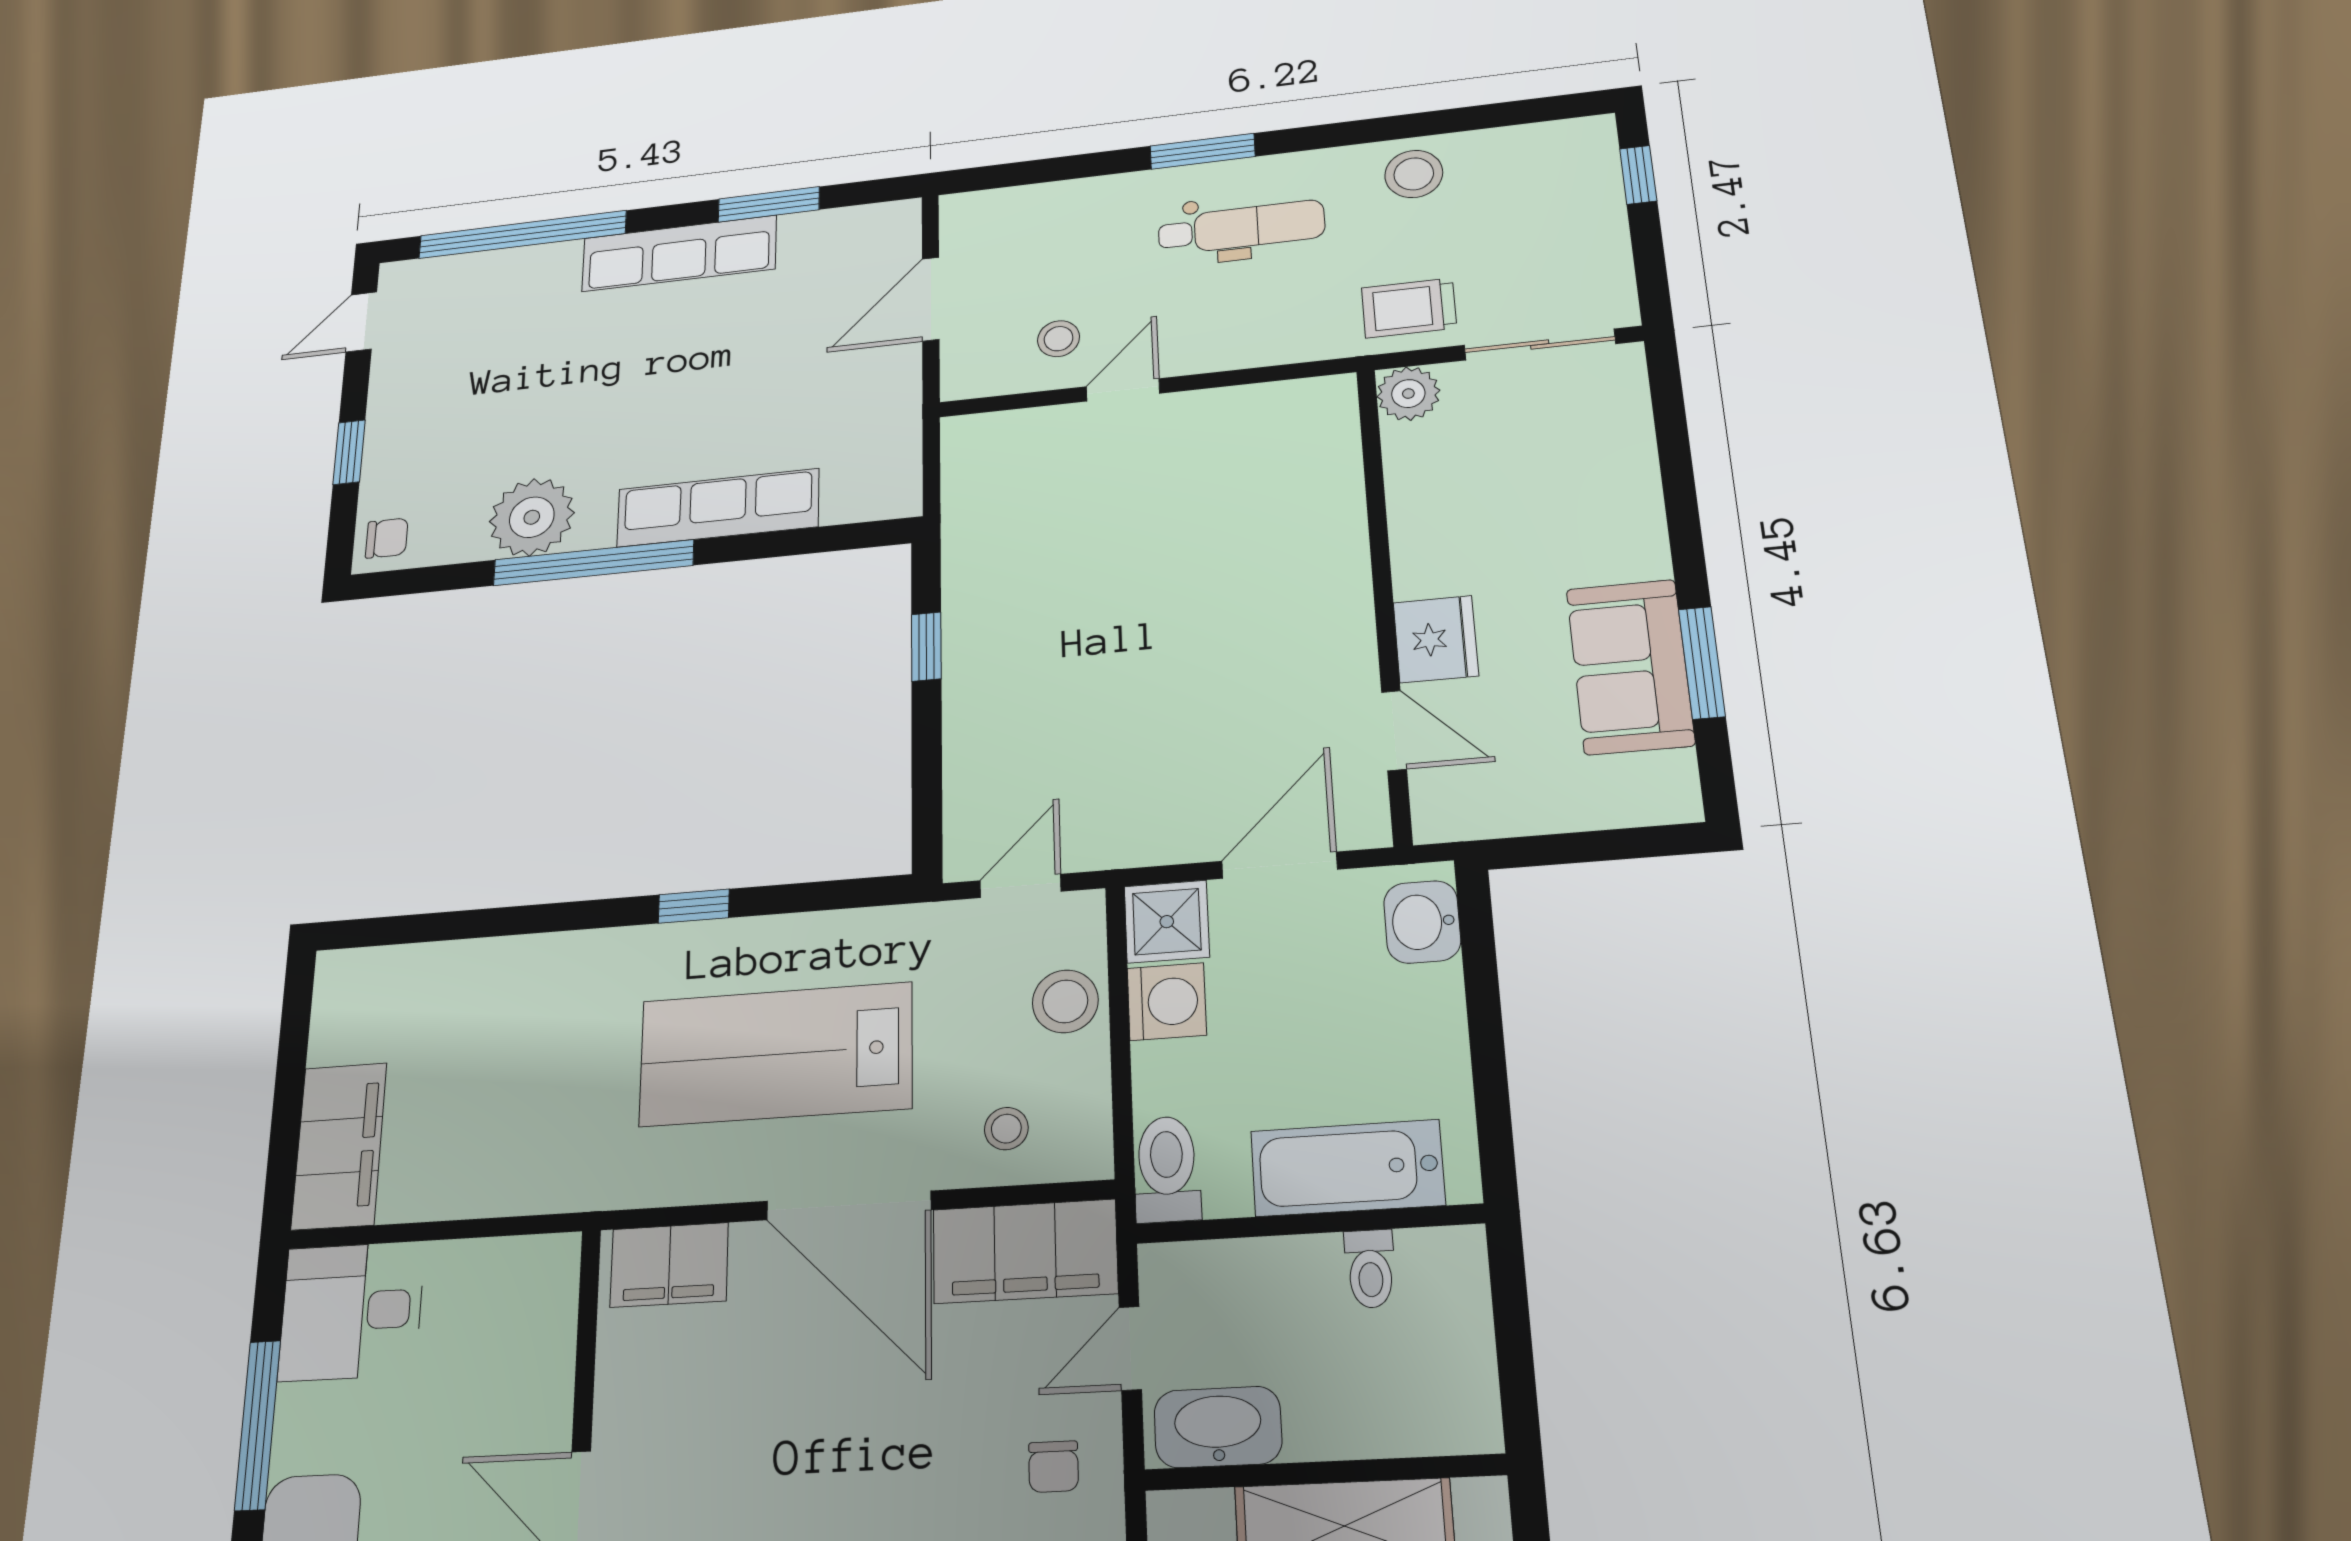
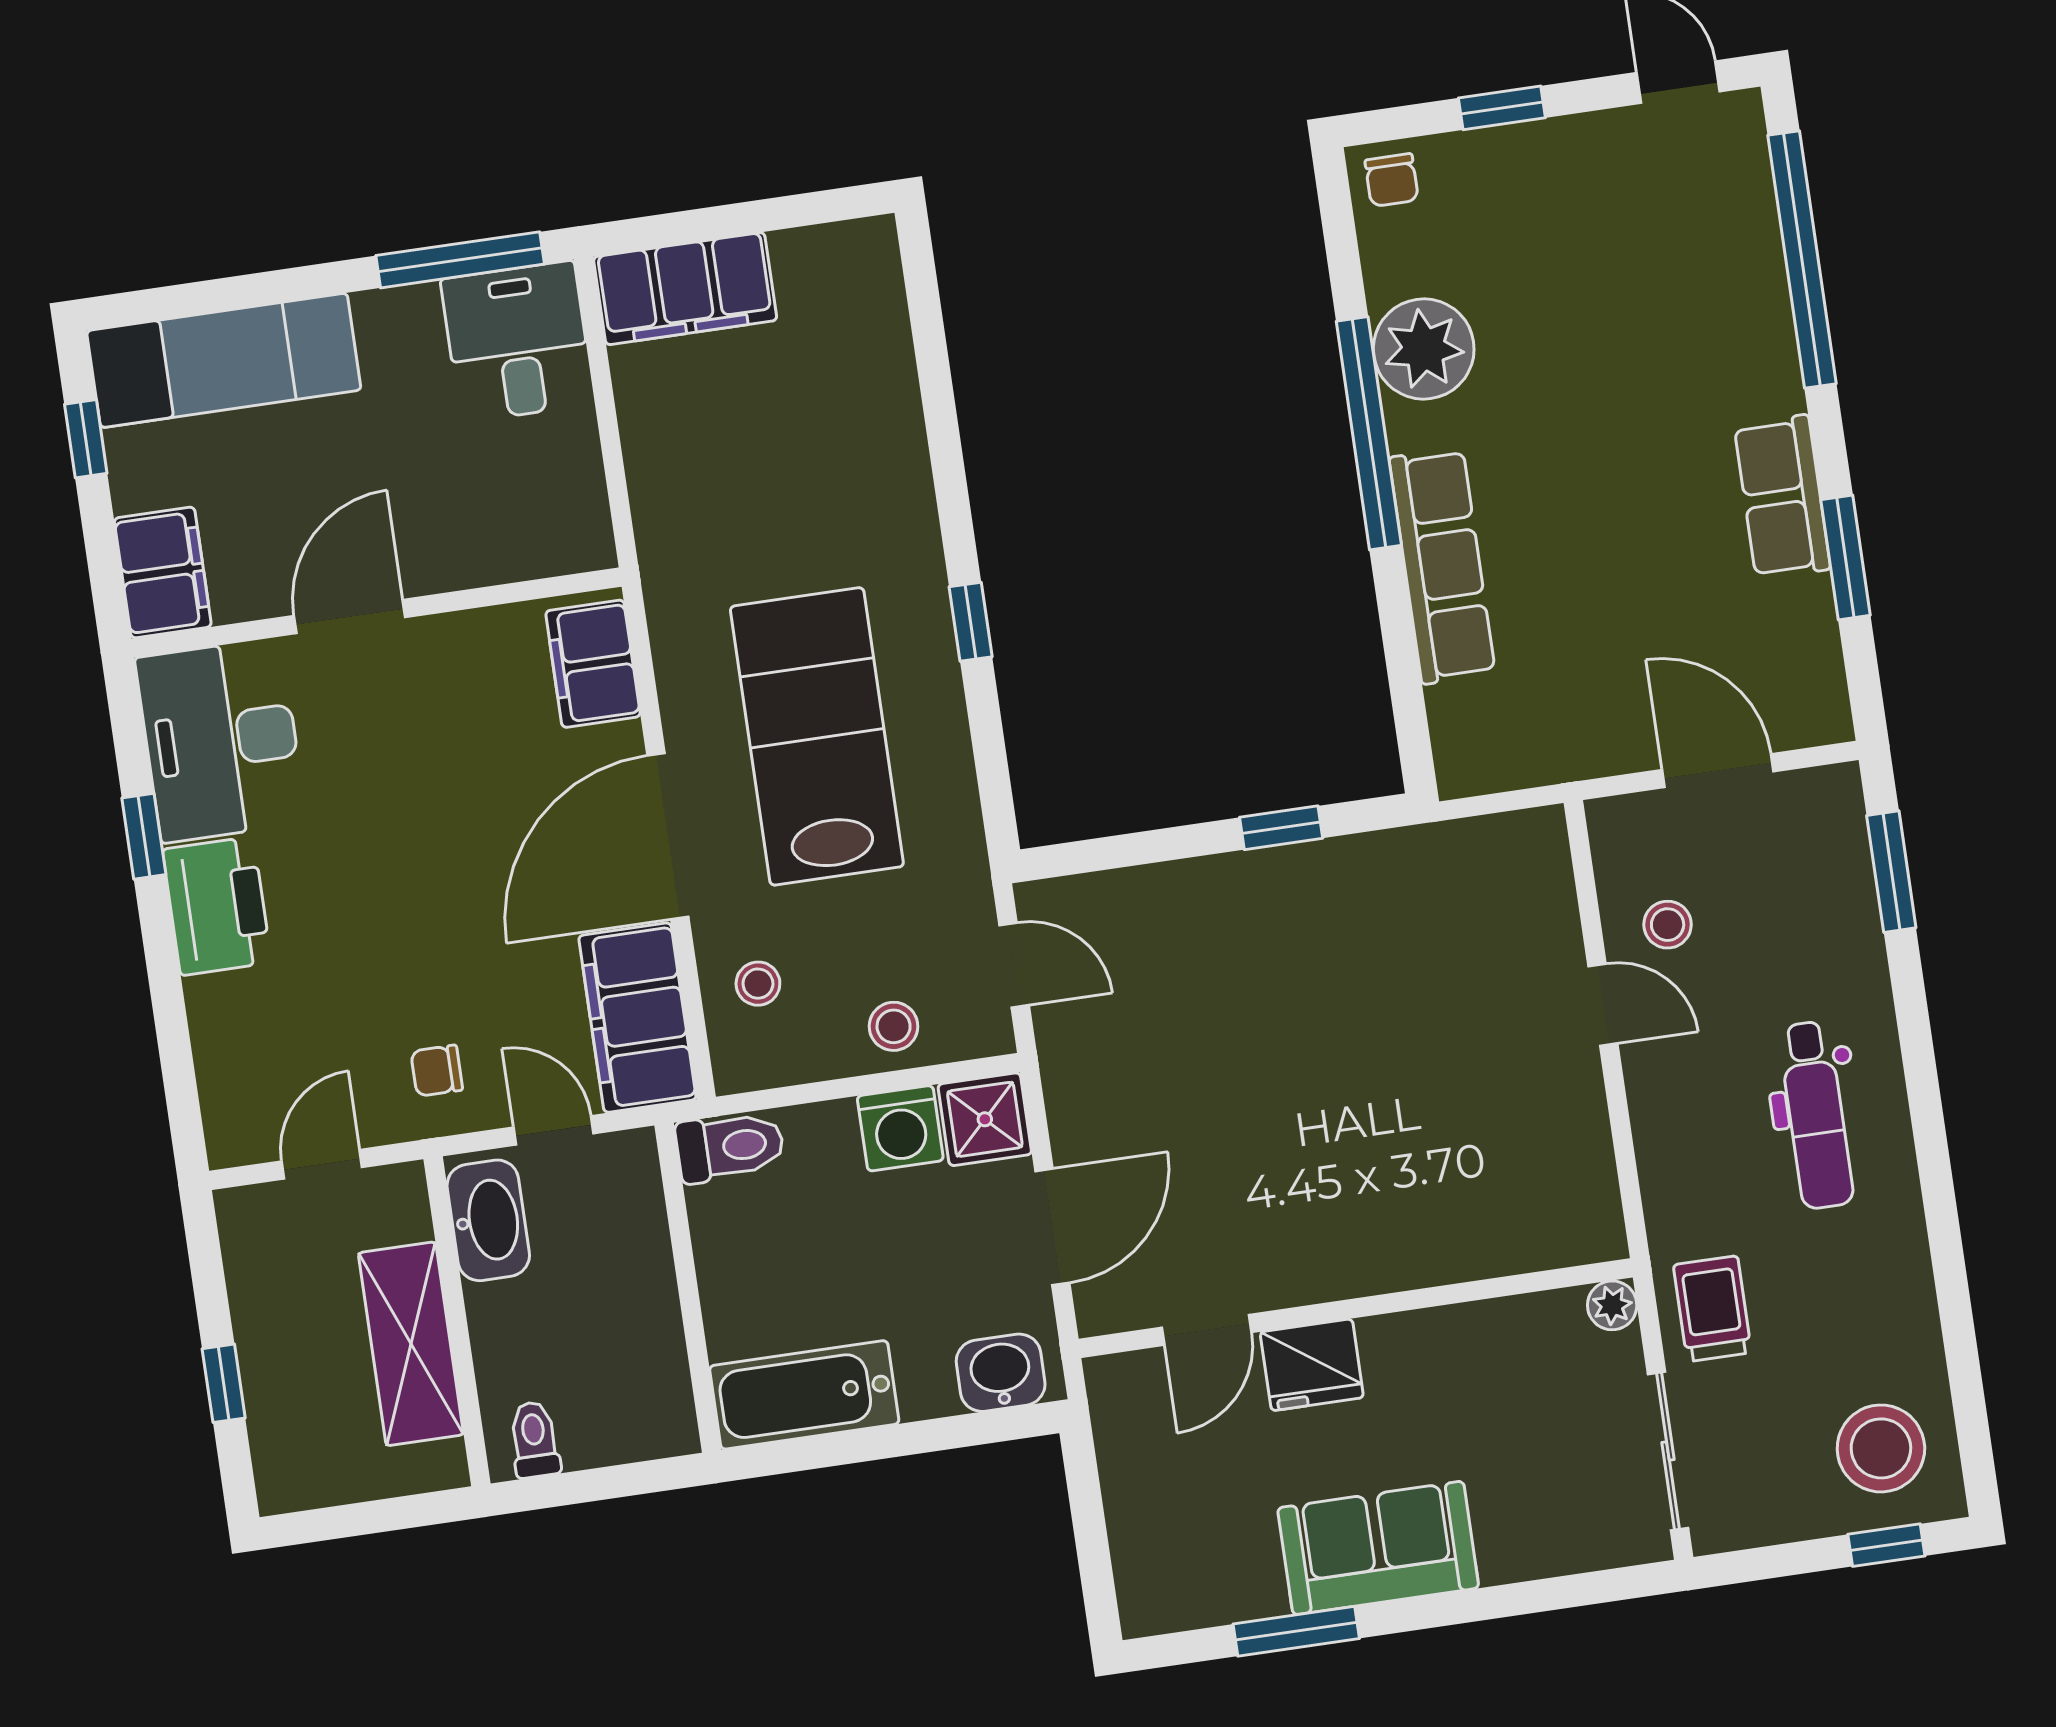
window: (1202, 151) -> (1891, 872), moved
stool: (1414, 174) -> (1881, 1448), moved, width x1.38, depth x1.38
row of seats: (679, 253) -> (1782, 497), width x0.68
plant: (1408, 394) -> (1612, 1305), width x0.73, depth x0.73
sofa: (1630, 667) -> (1378, 1548), moved
door: (1279, 865) -> (1052, 1227), hinge flipped
stool: (1065, 1001) -> (894, 1026), width x0.73, depth x0.73
bathtub: (1347, 1168) -> (804, 1395), moved, turned -90
toilet: (1370, 1269) -> (534, 1440), moved, turned 90
window: (258, 1425) -> (460, 260), moved

